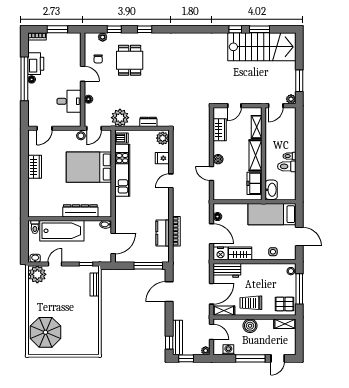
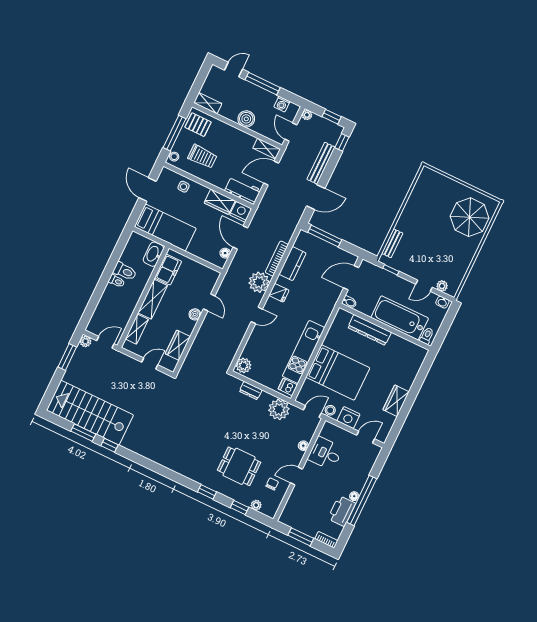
dining table: (130, 60) -> (239, 466), turned 90
door: (83, 74) -> (296, 476), hinge flipped
nightstand: (64, 137) -> (348, 418), added
fridge: (162, 158) -> (279, 293), moved
plant: (181, 207) -> (259, 282), added
plant: (37, 274) -> (442, 286), width x0.53, depth x0.53
trolley: (251, 303) -> (202, 157), moved
bench: (177, 338) -> (321, 163), moved

